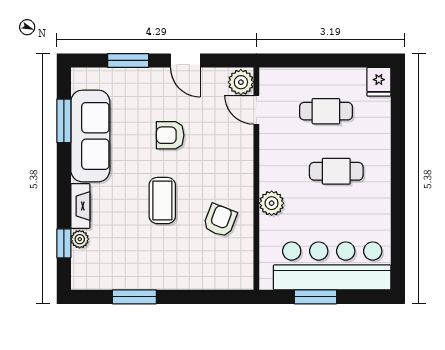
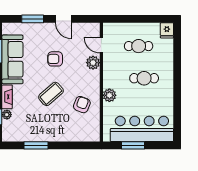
plant: (241, 82) -> (93, 63), moved
coffee table: (162, 201) -> (51, 94), turned 49

